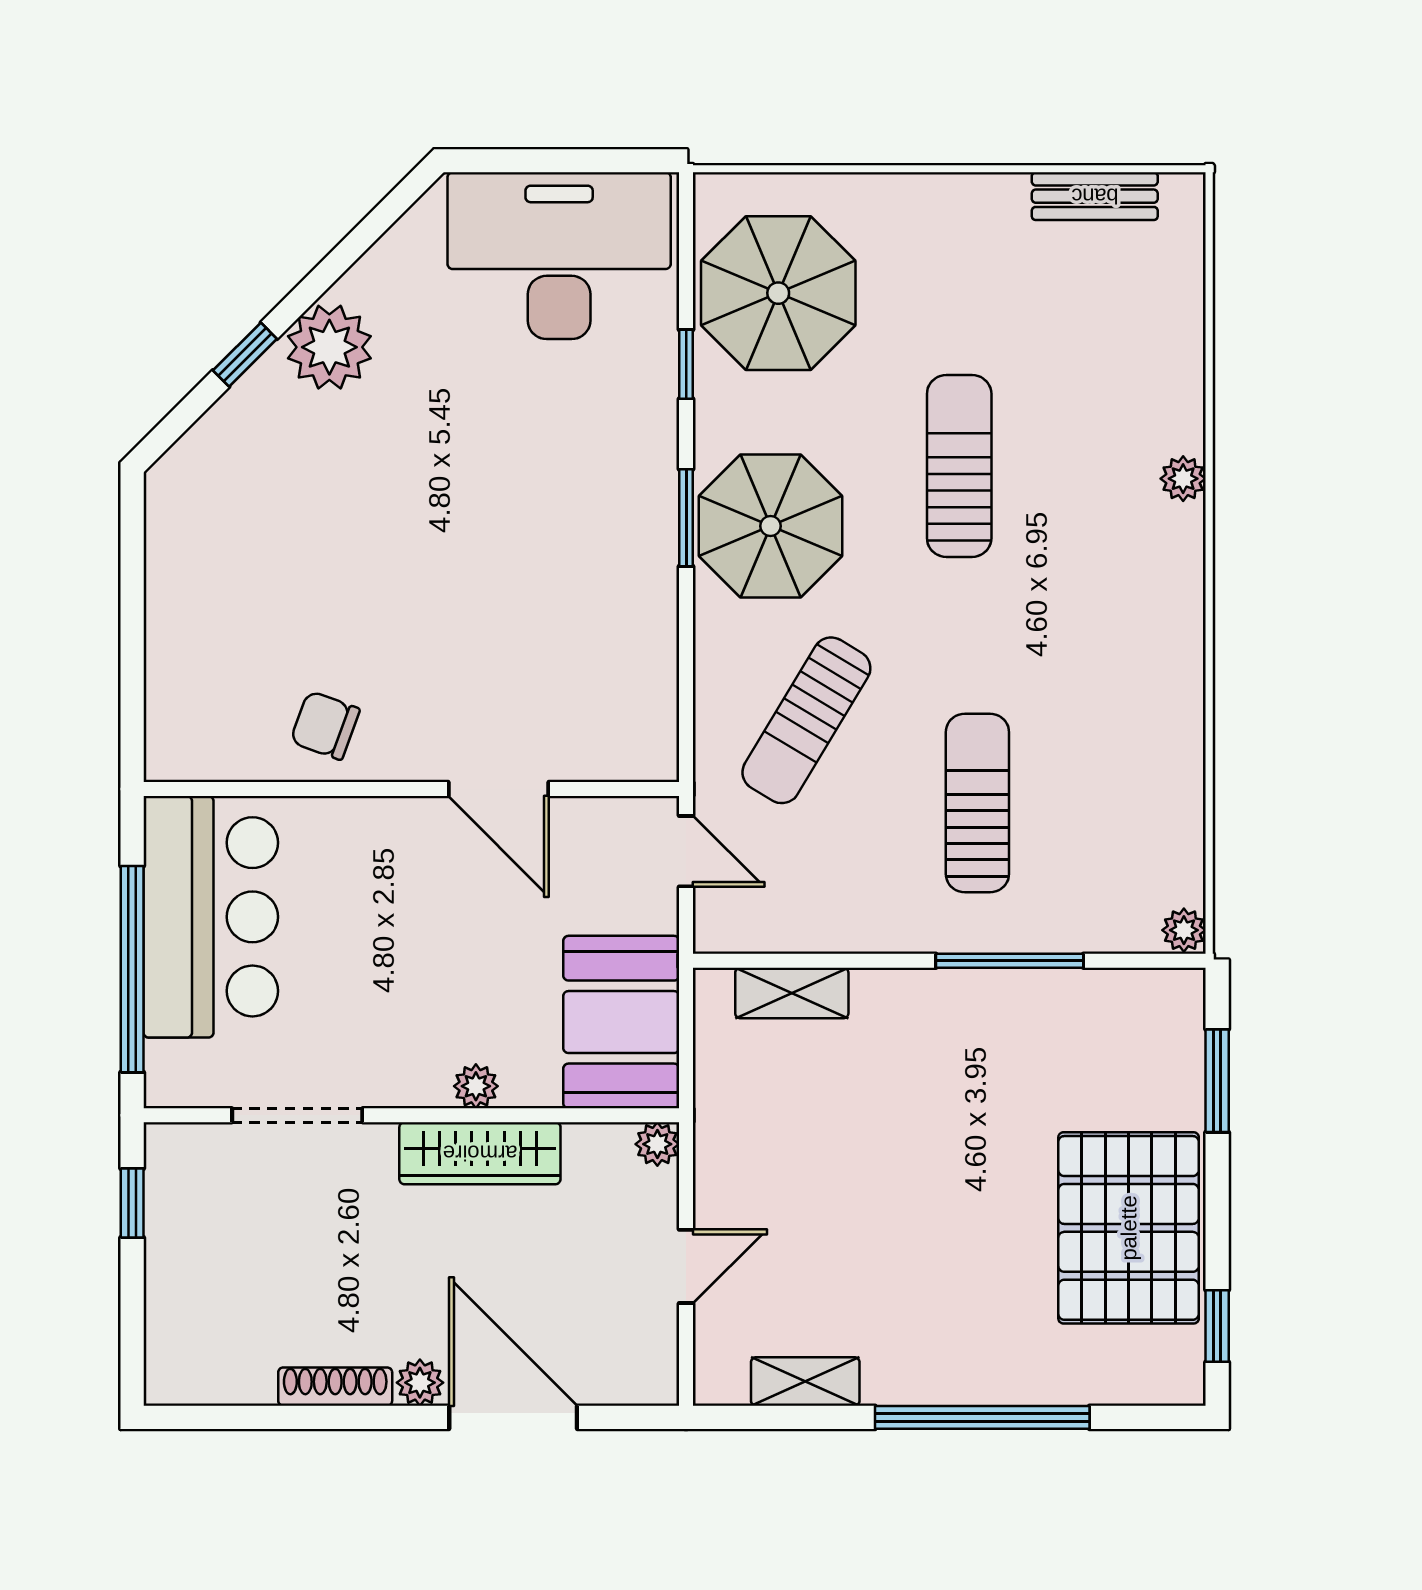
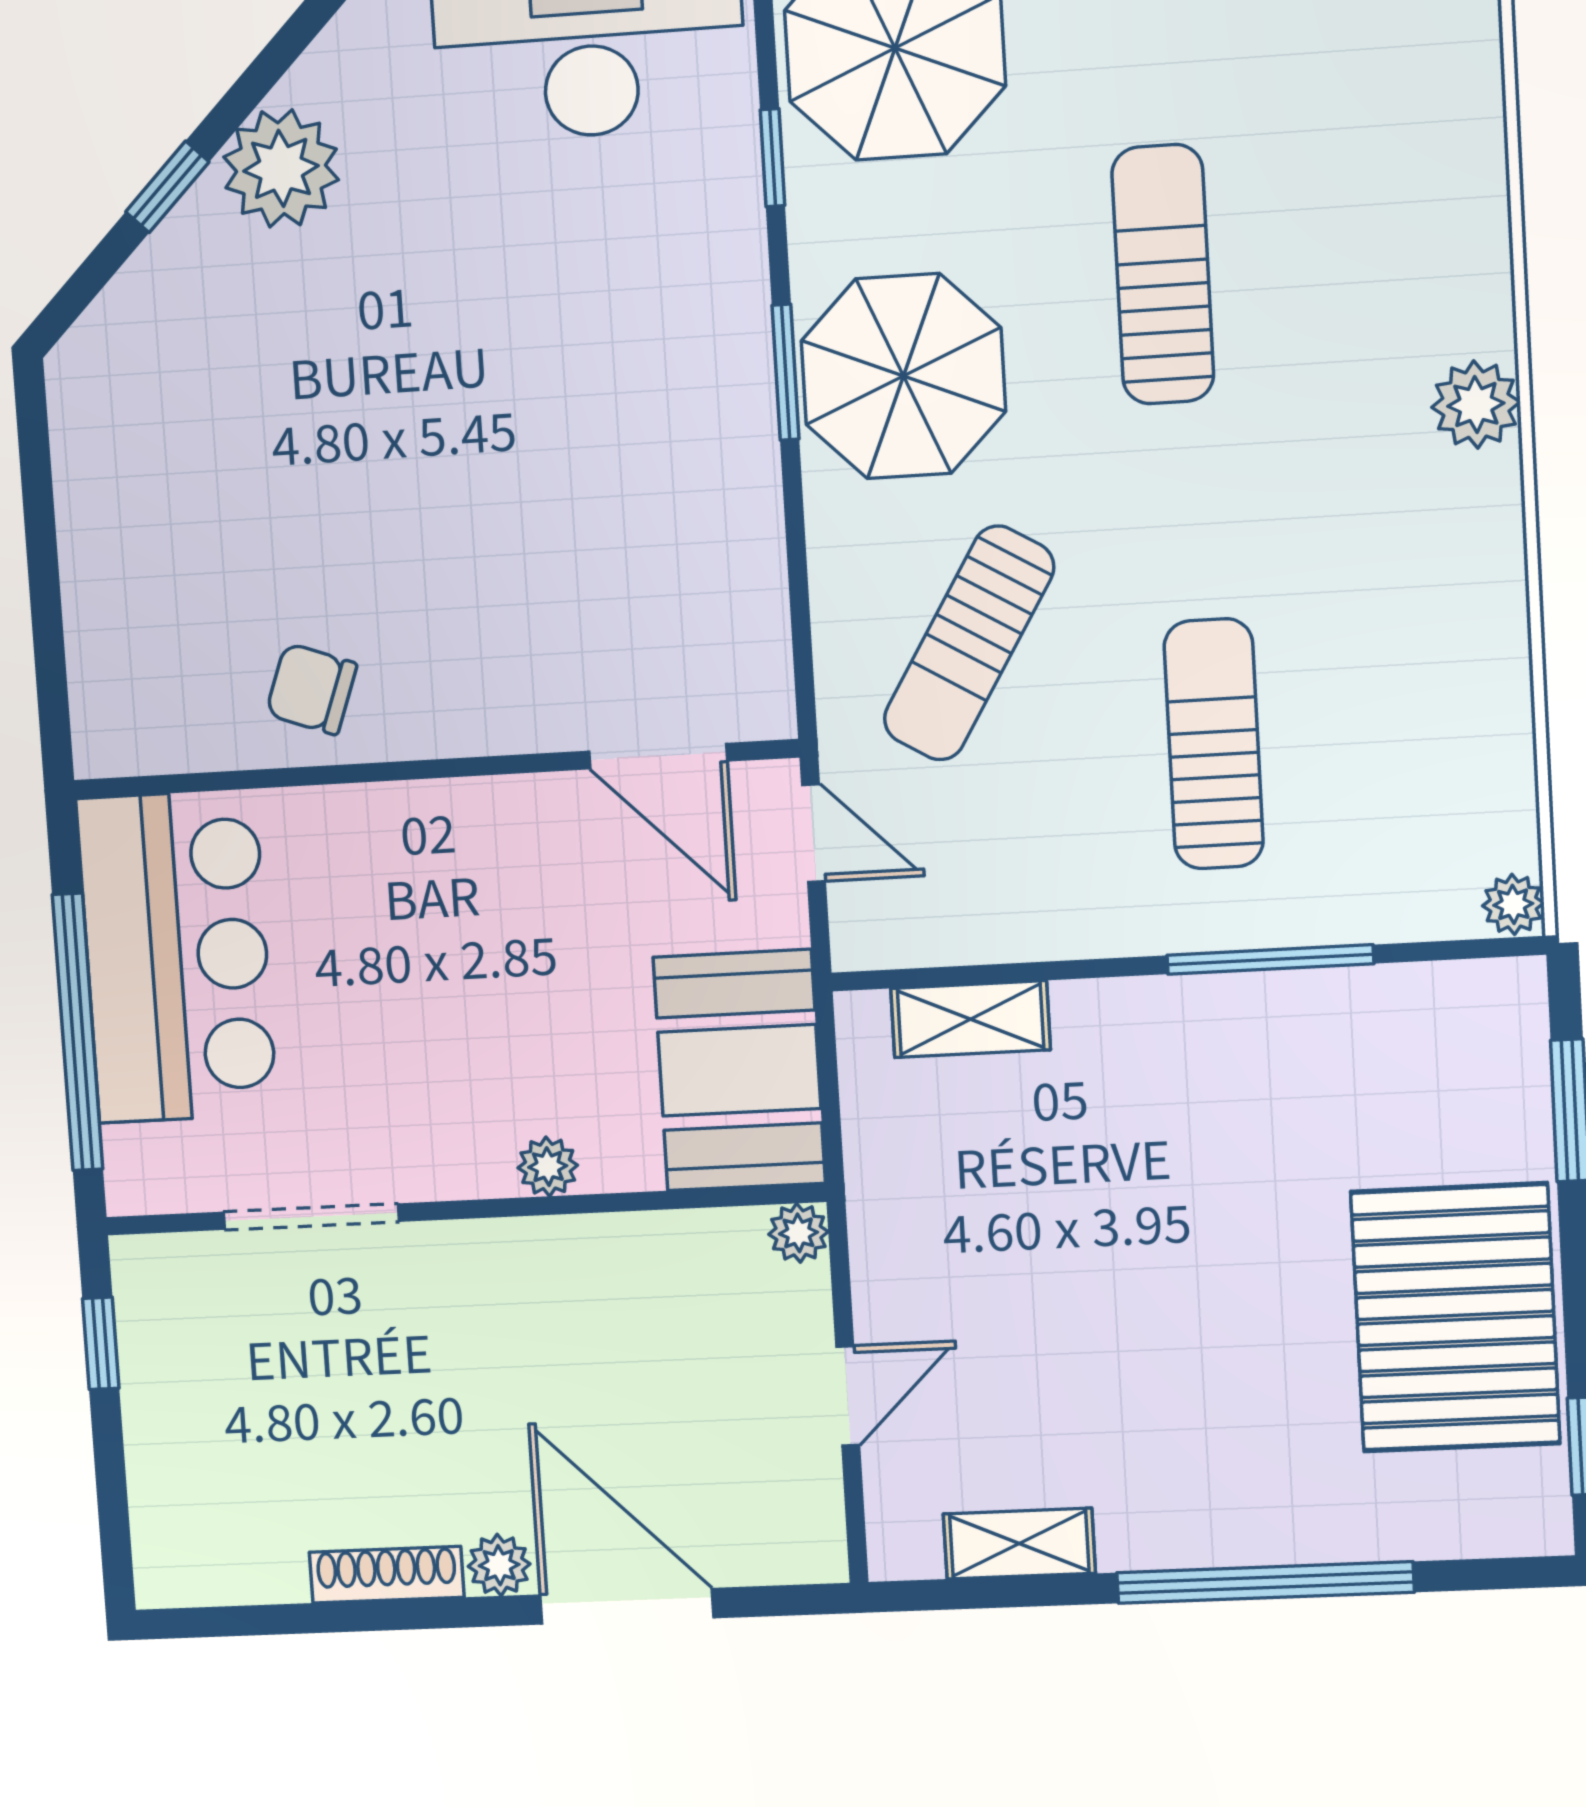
plant: (1183, 479) -> (1476, 405), moved, width x1.38, depth x1.38
door: (498, 789) -> (658, 756), moved
wardrobe: (480, 1153) -> (559, 1256), removed

